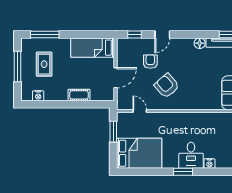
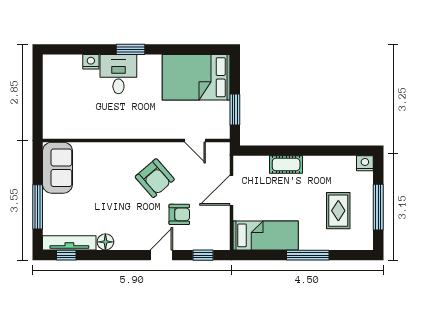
window: (45, 34) -> (308, 255), moved
armchair: (150, 62) -> (179, 214), turned -90
nightstand: (38, 96) -> (365, 163), moved

